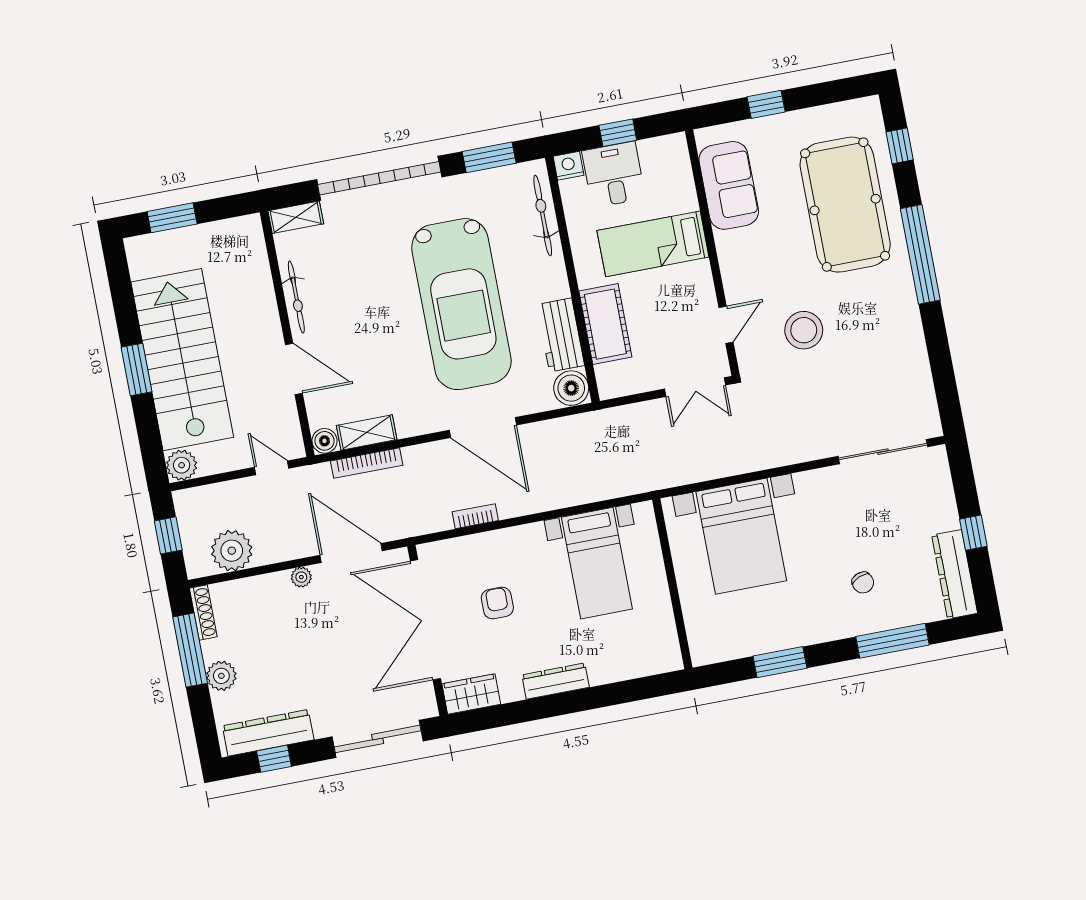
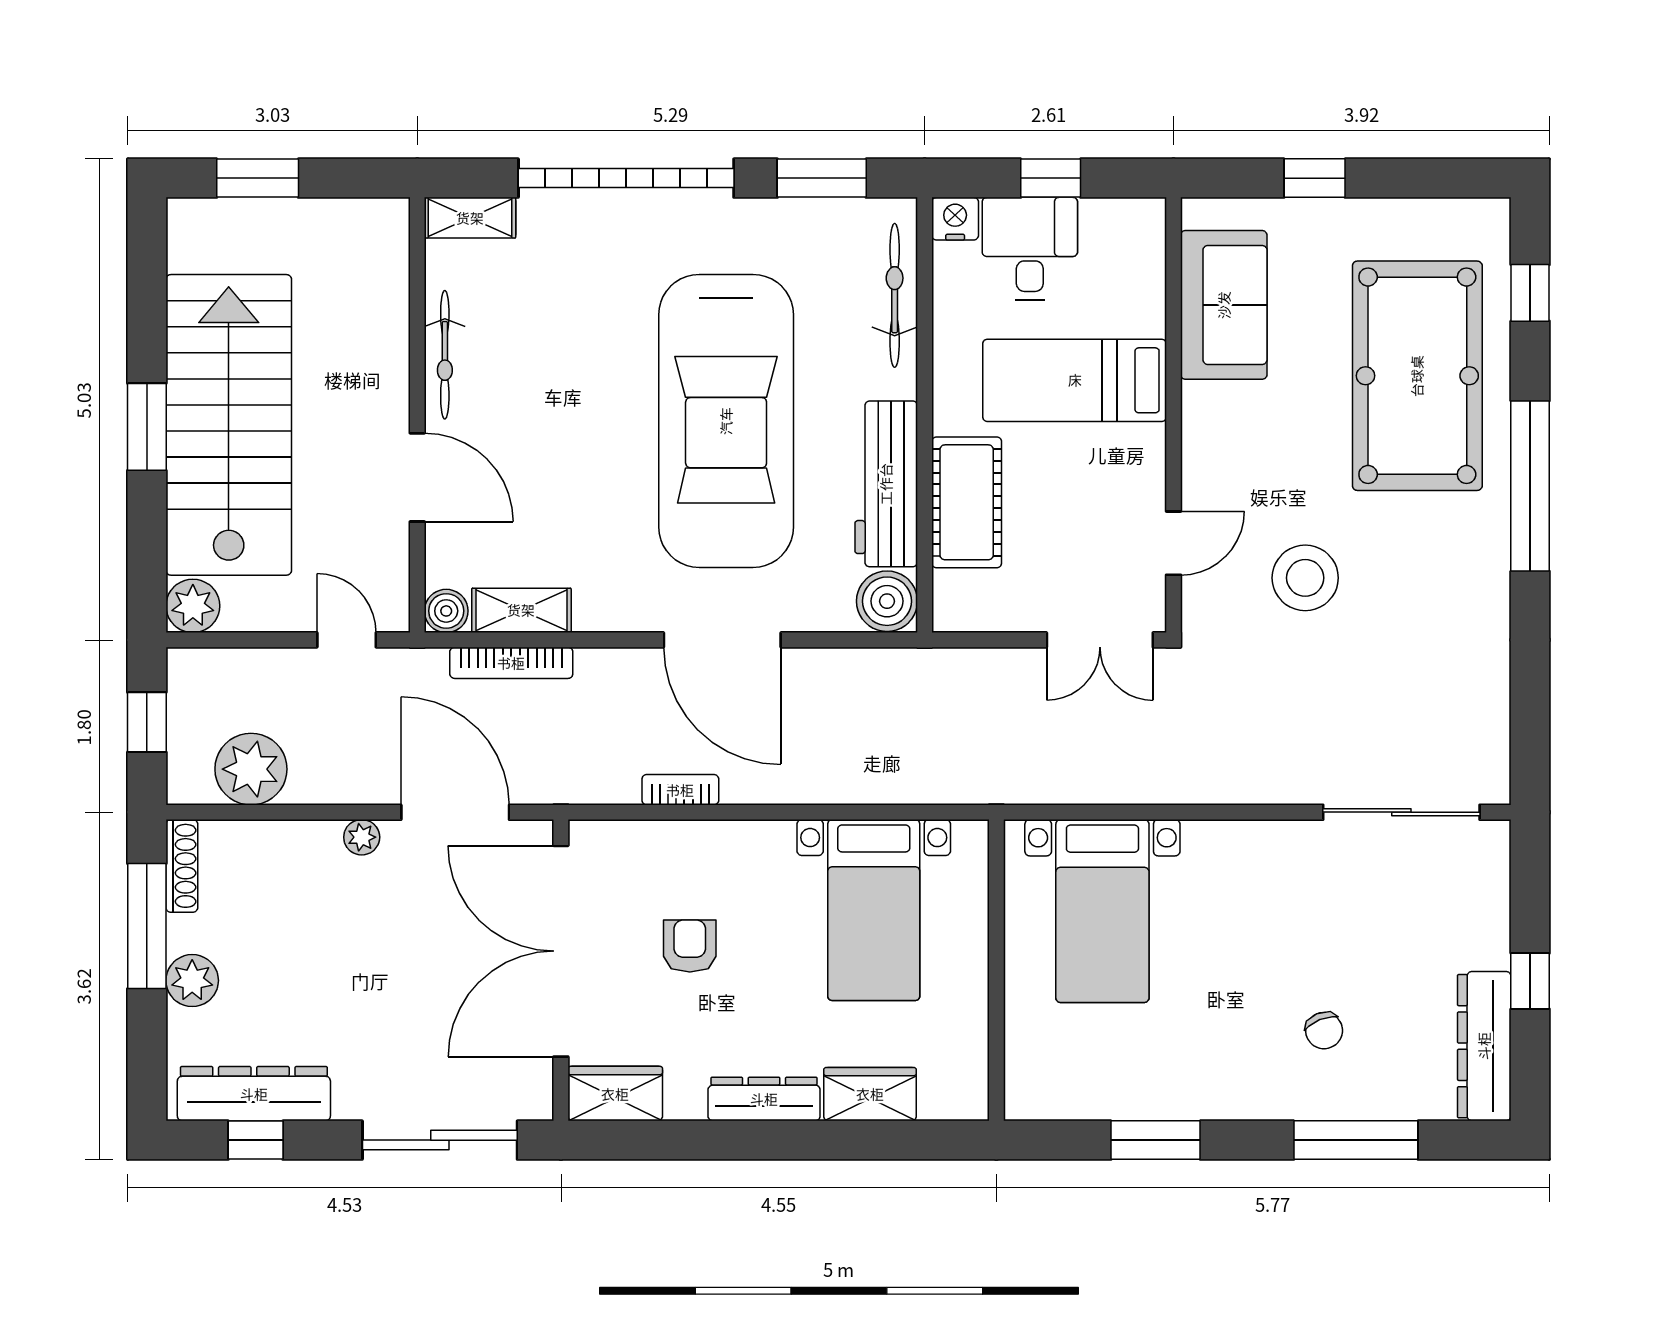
workbench: (561, 335) -> (886, 484), width x1.38
bed with nightstands: (741, 536) -> (1102, 911), width x0.73
wardrobe: (615, 667) -> (870, 1094), added

